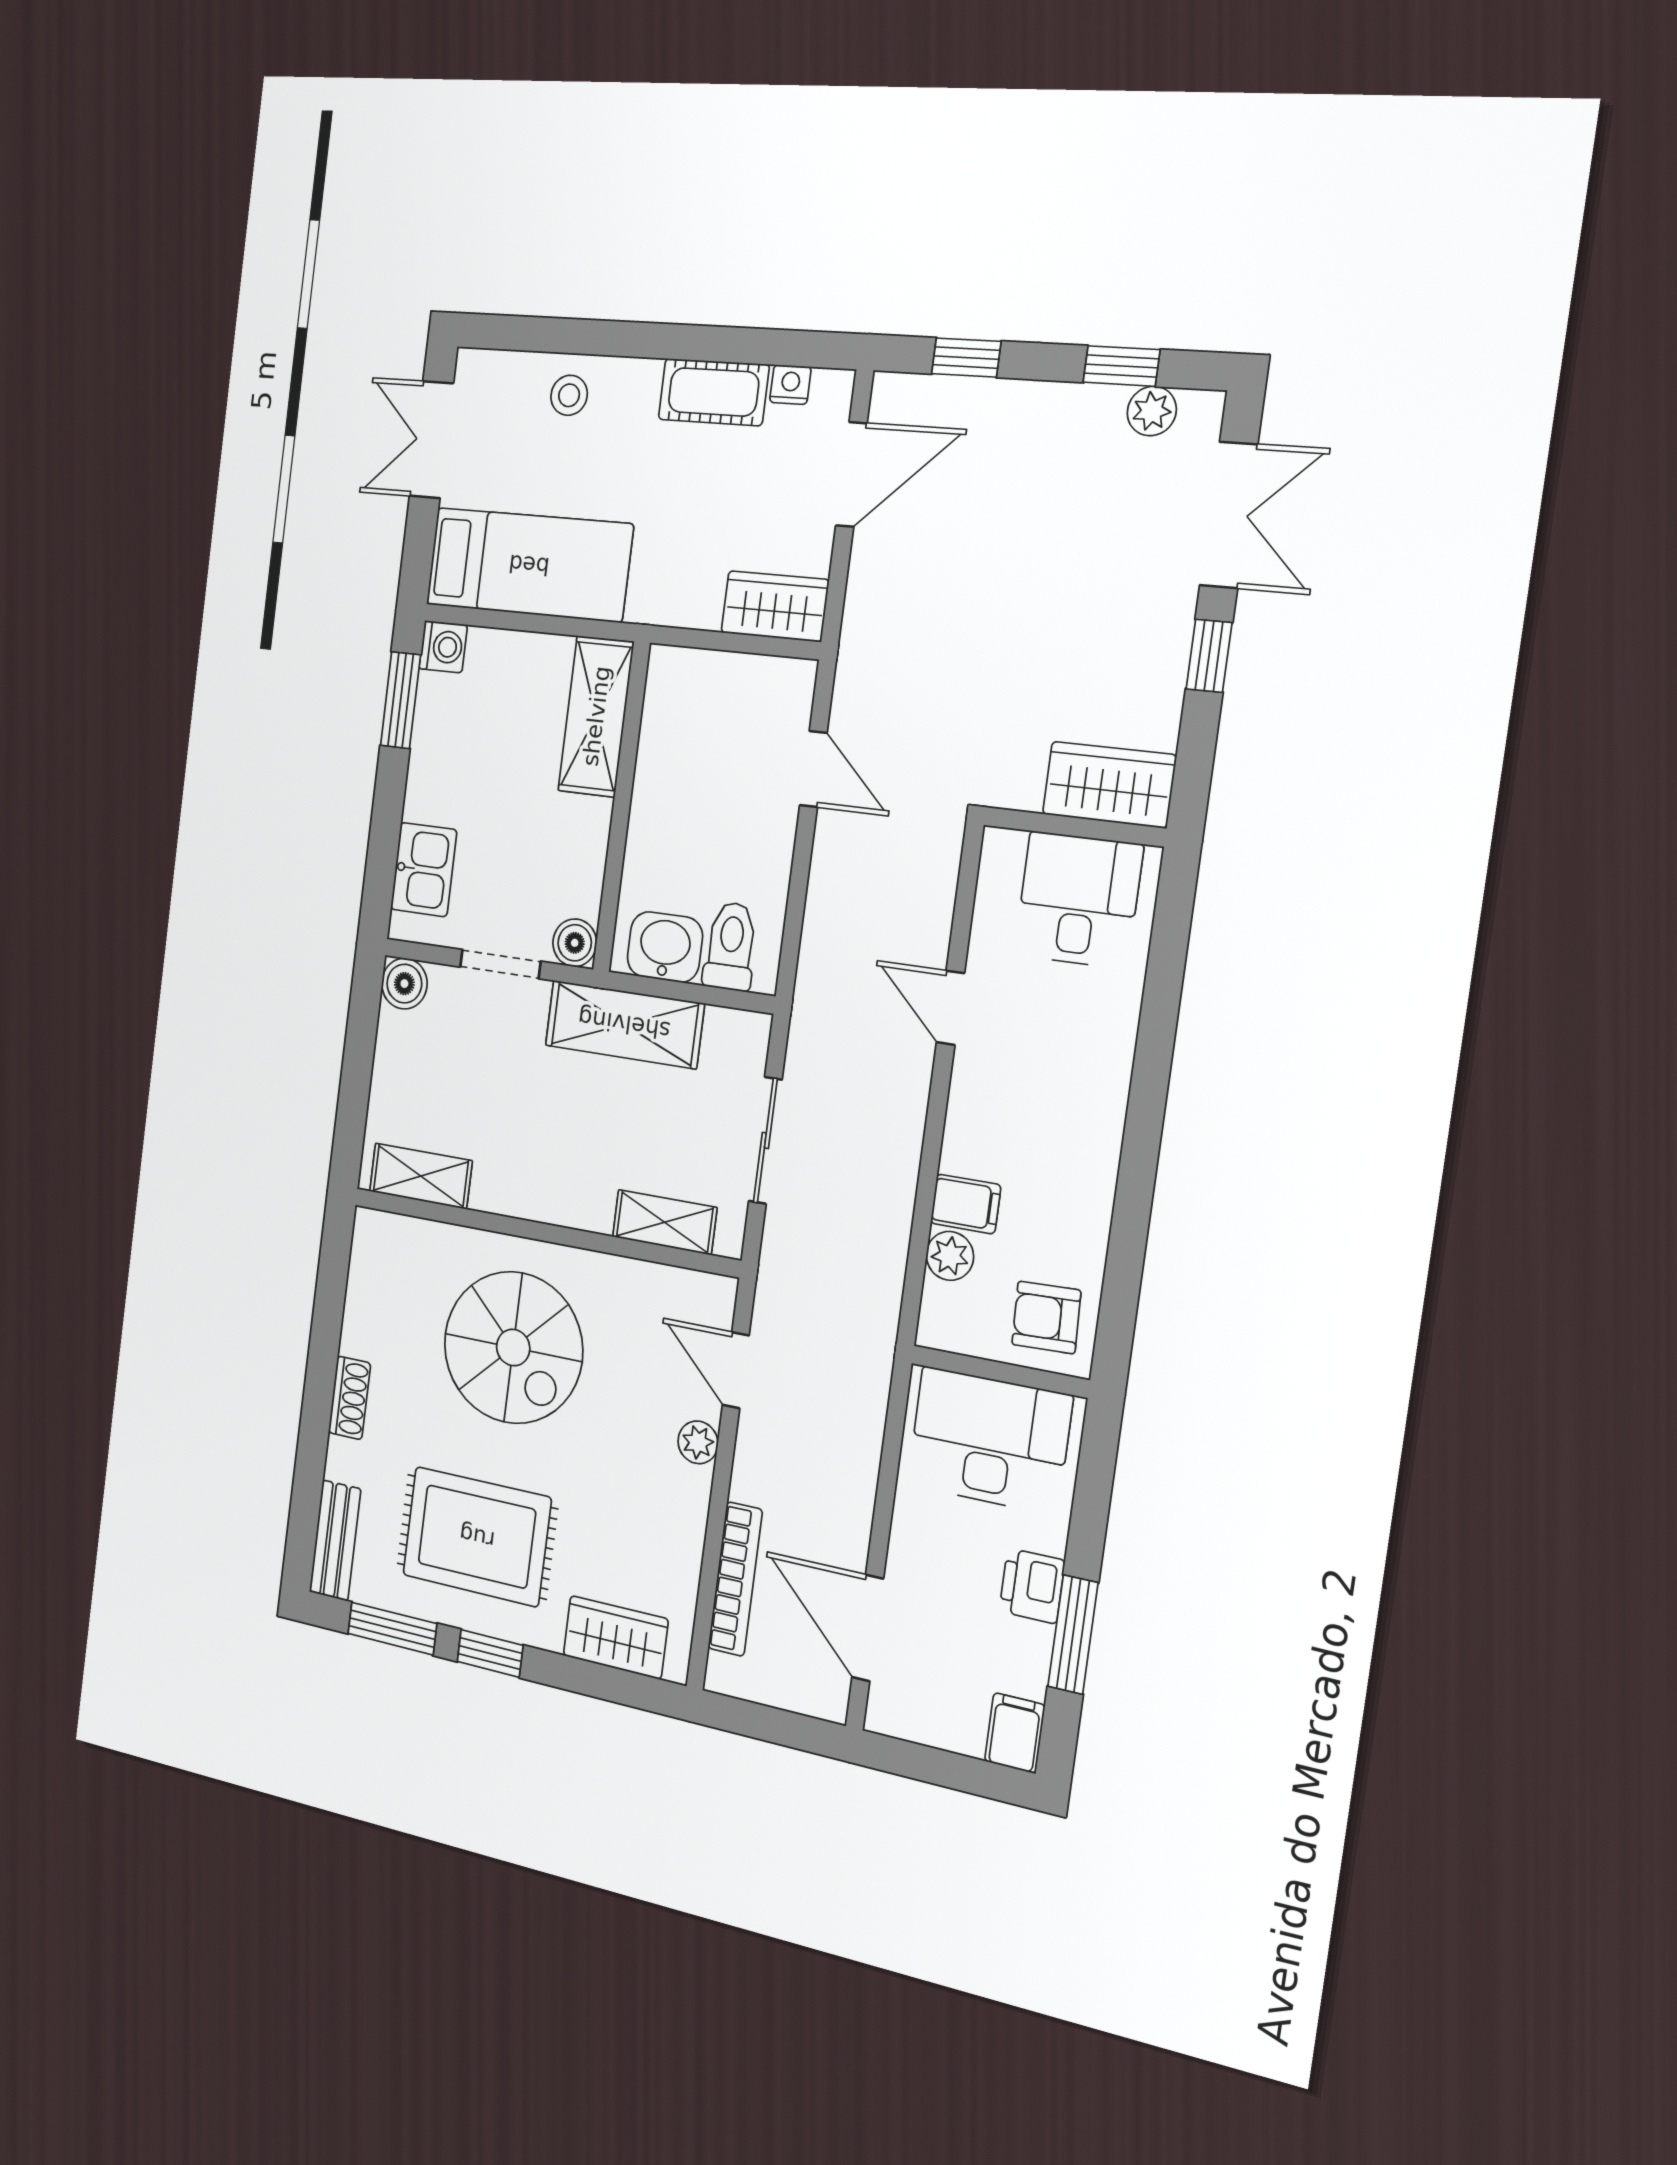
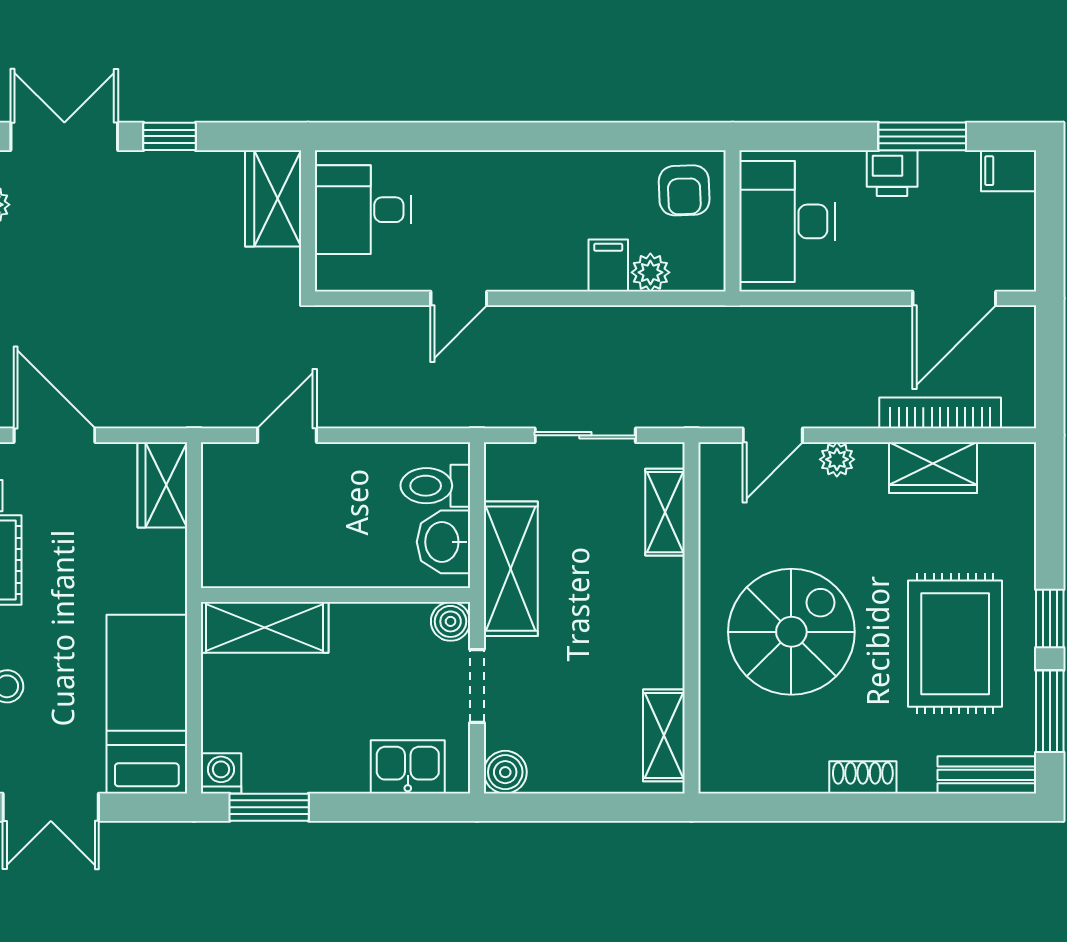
wardrobe: (616, 1637) -> (933, 468), moved, turned -90

